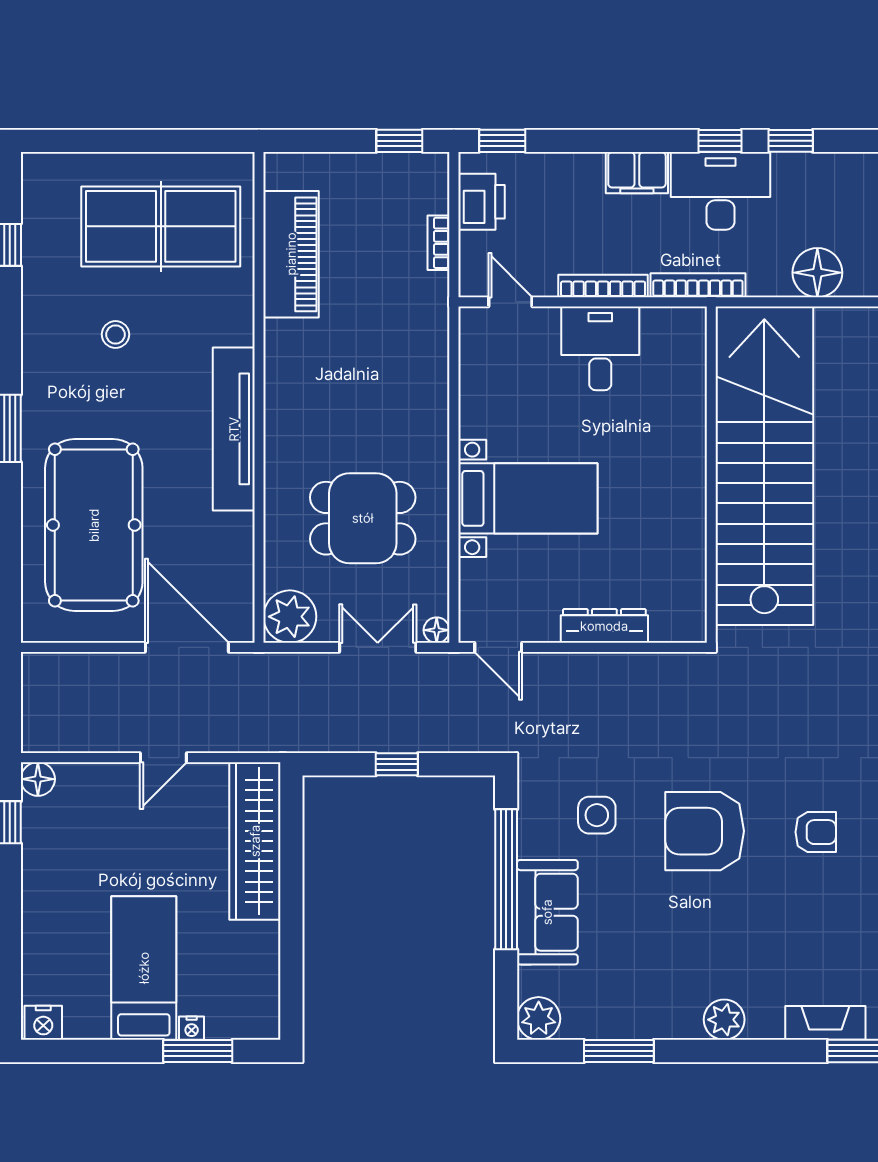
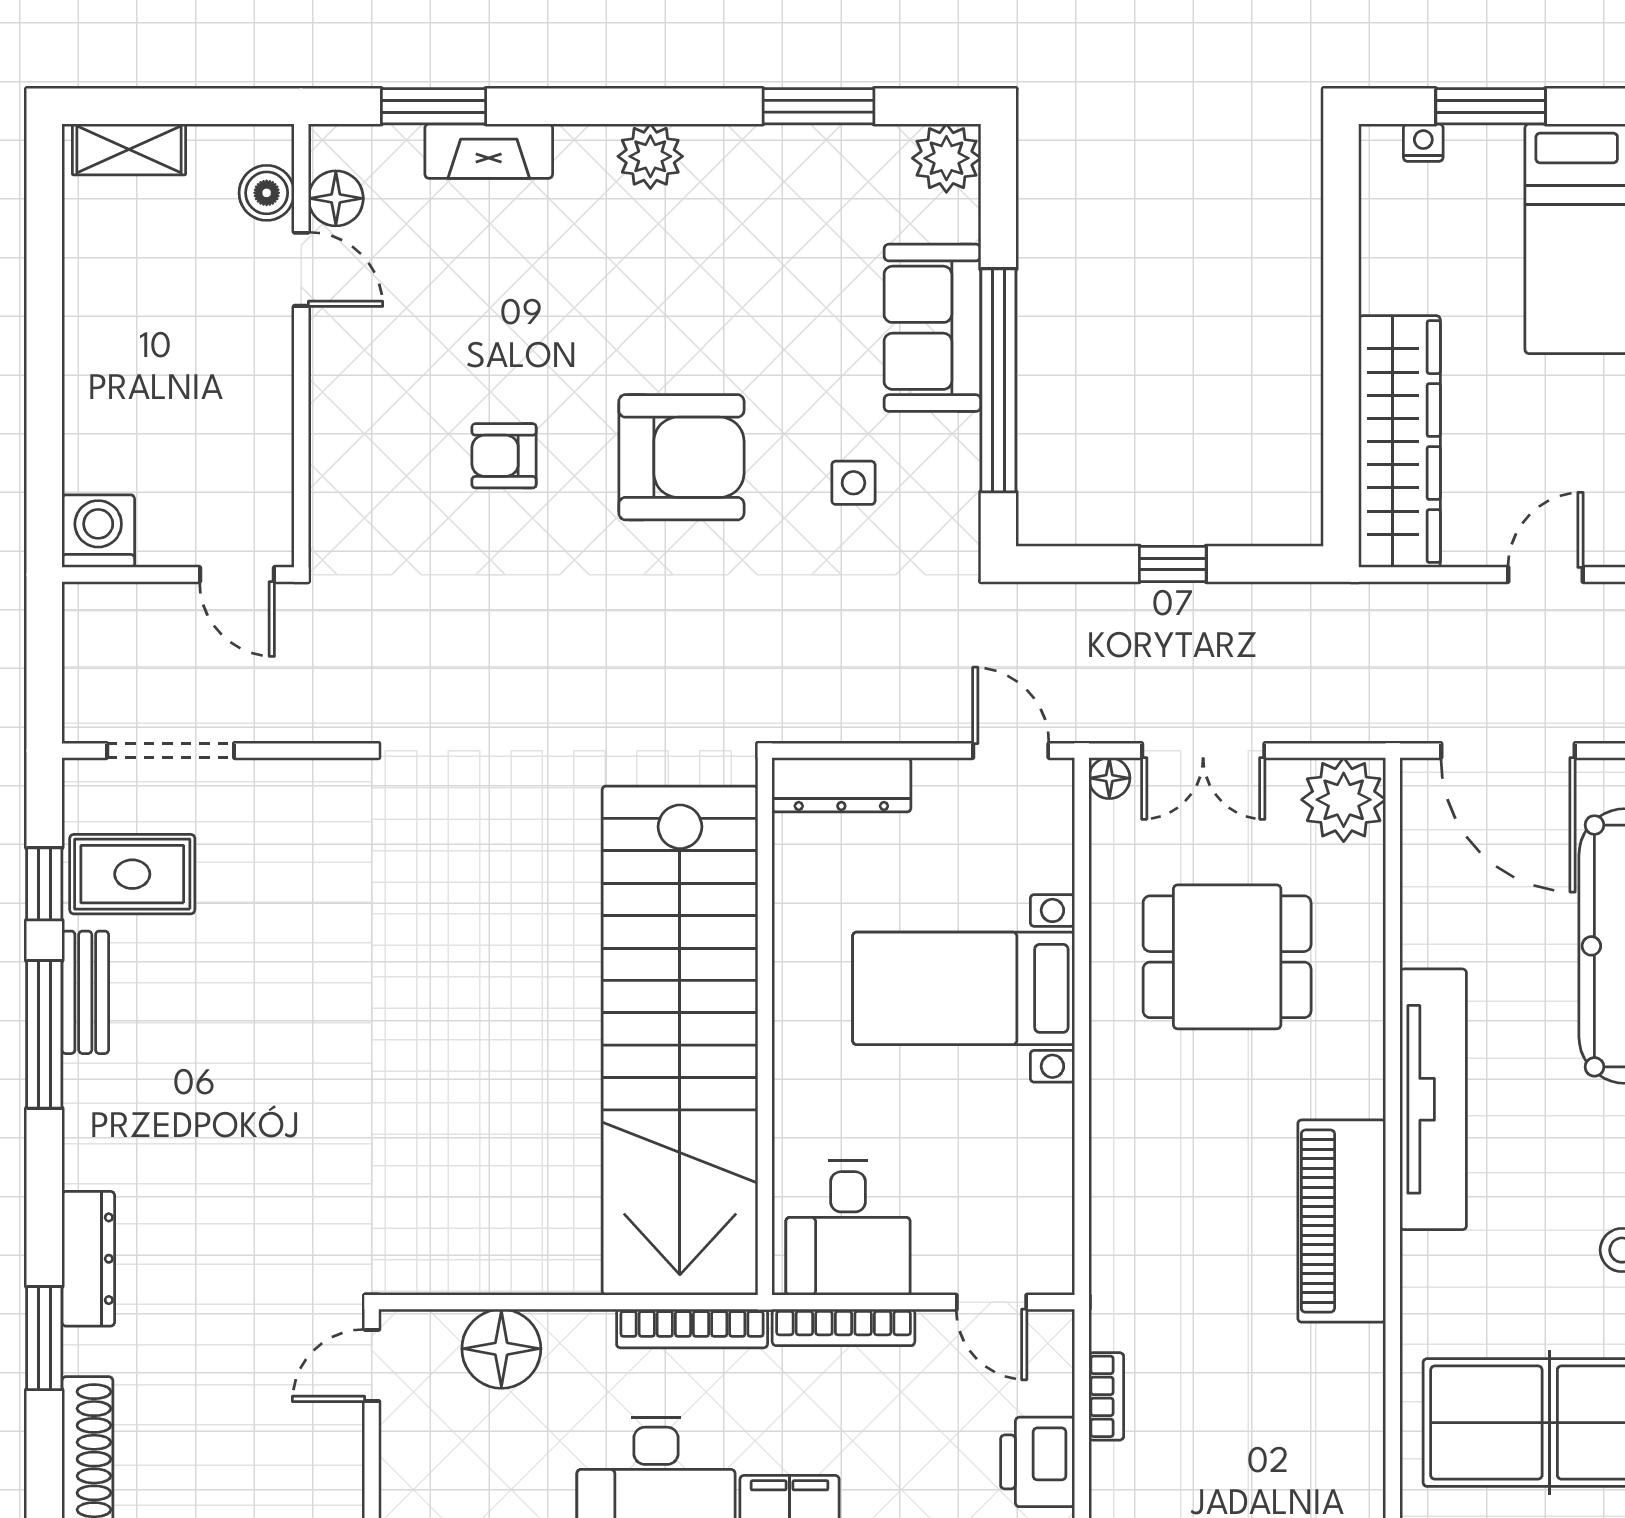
piano: (291, 254) -> (1342, 1221), moved
stairs: (764, 466) -> (680, 1041), moved
wall: (711, 475) -> (765, 1026), moved
side table: (597, 815) -> (853, 483), width x0.73, depth x0.73
nightstand: (192, 1028) -> (1423, 143), moved

